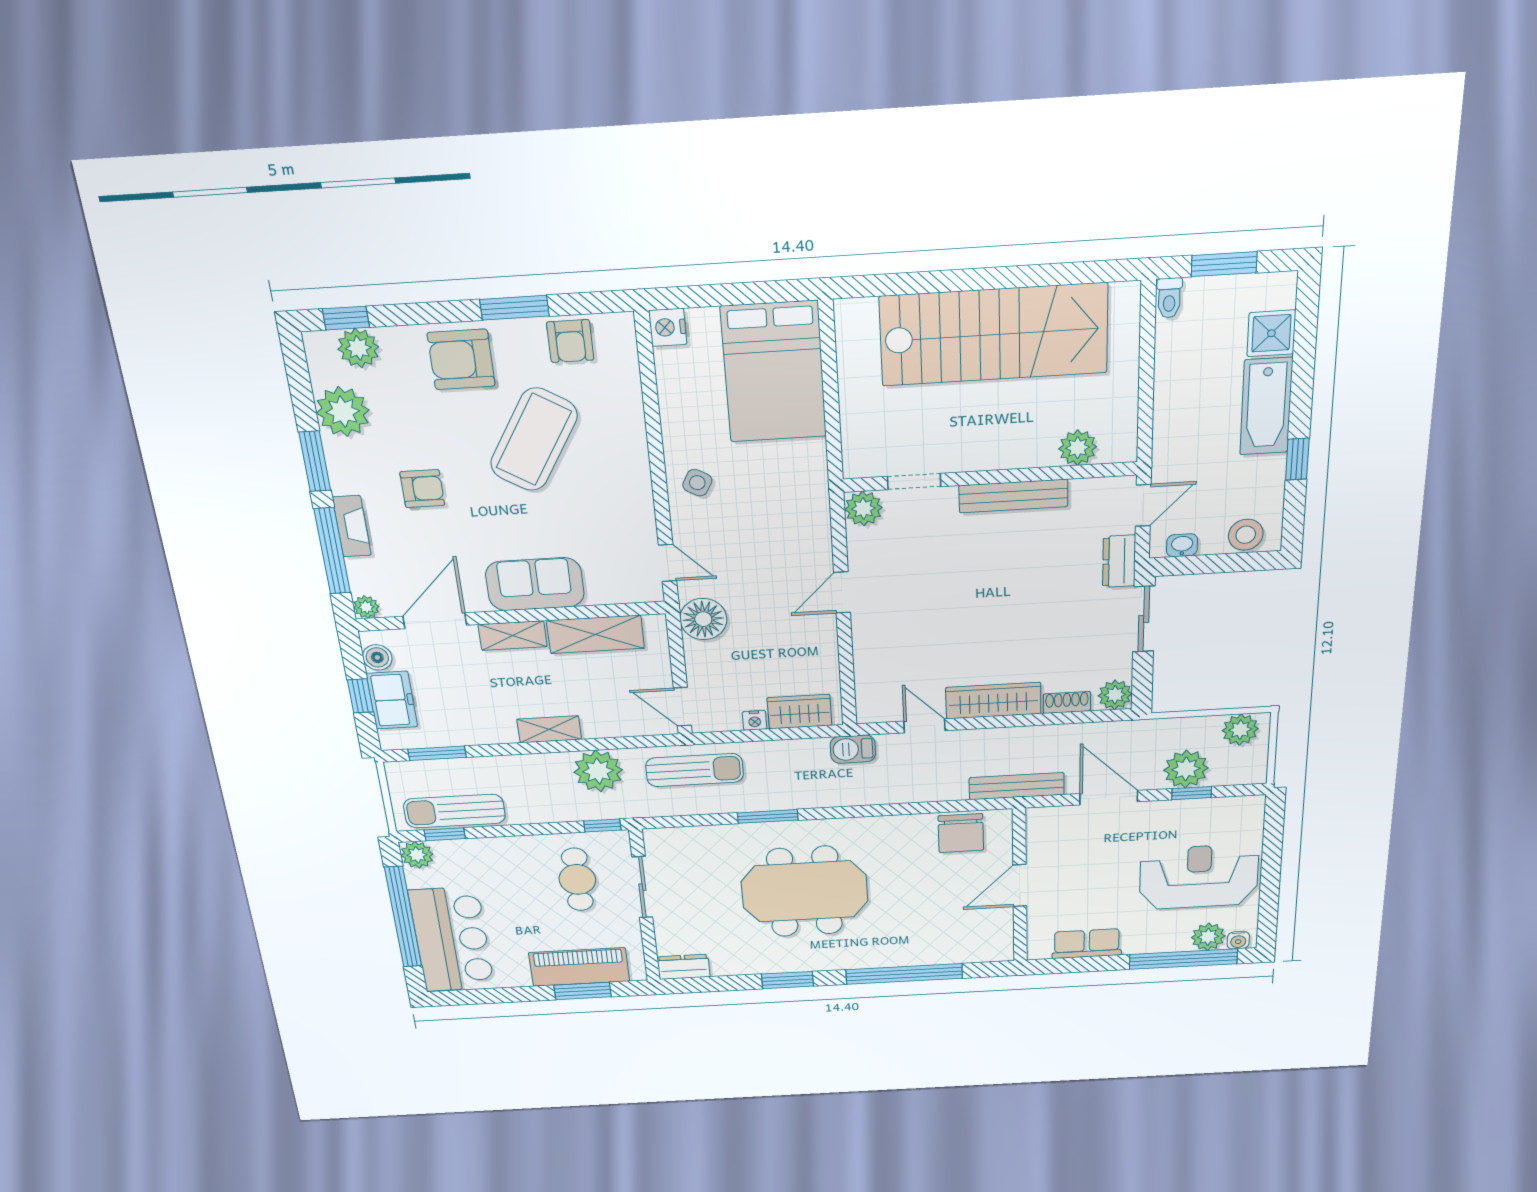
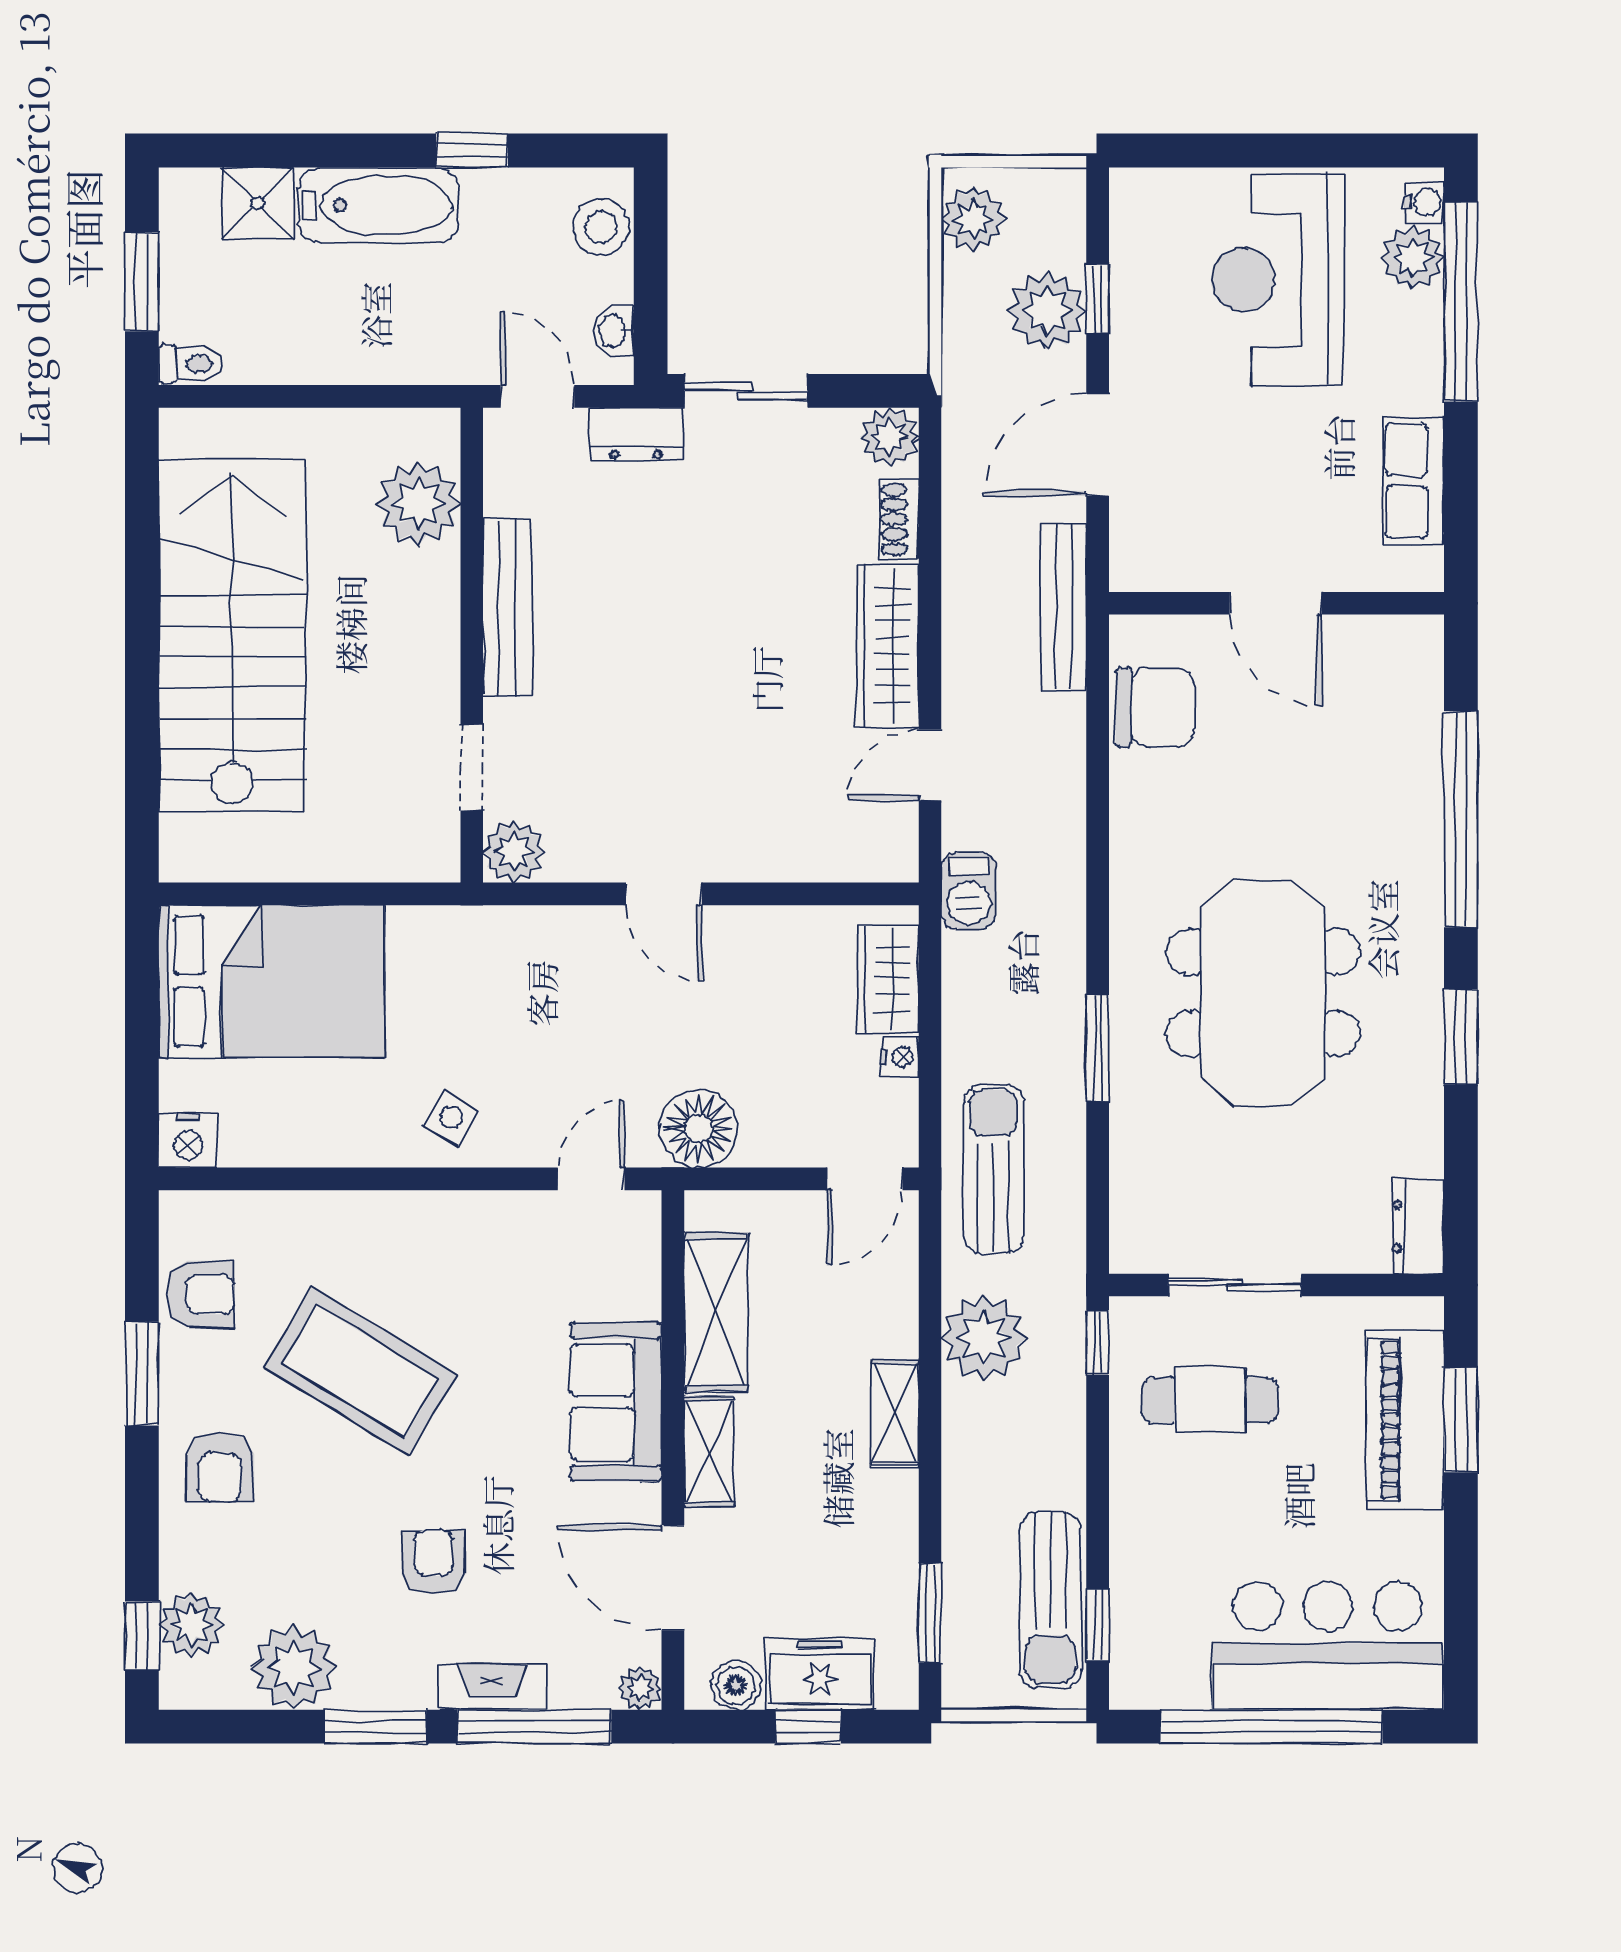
armchair: (461, 359) -> (220, 1468), width x0.72, depth x0.72
plant: (1078, 448) -> (419, 504), width x1.36, depth x1.36
plant: (417, 855) -> (1138, 1680), removed

